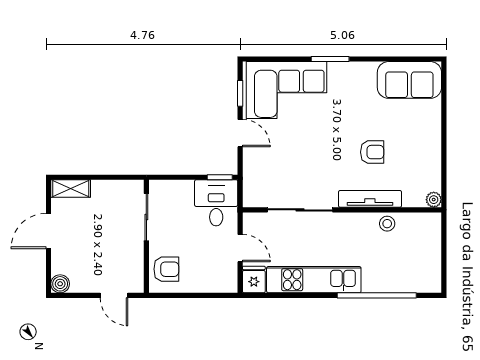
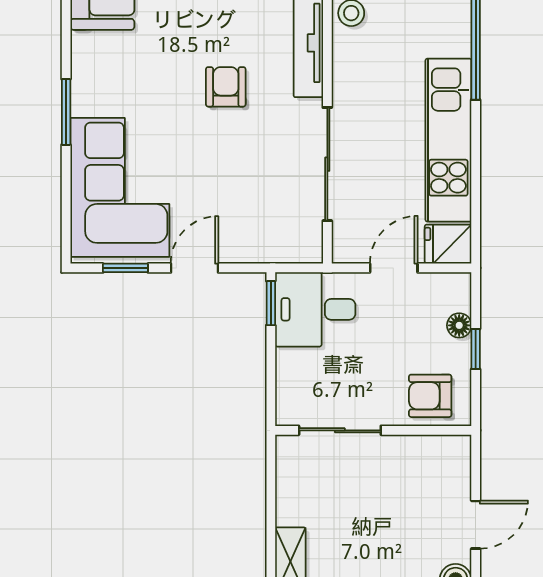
armchair: (372, 152) -> (226, 87), moved
armchair: (166, 269) -> (430, 396), turned -90
floor lamp: (207, 286) -> (459, 325), added
door: (114, 295) -> (476, 525), moved
window: (193, 295) -> (476, 349), added

